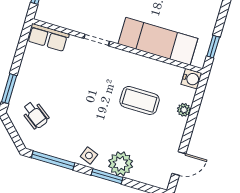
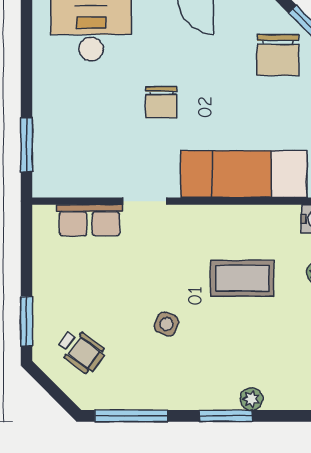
row of seats: (48, 38) -> (90, 220), moved
side table: (89, 156) -> (166, 324), moved
plant: (121, 164) -> (251, 399), width x0.53, depth x0.53

